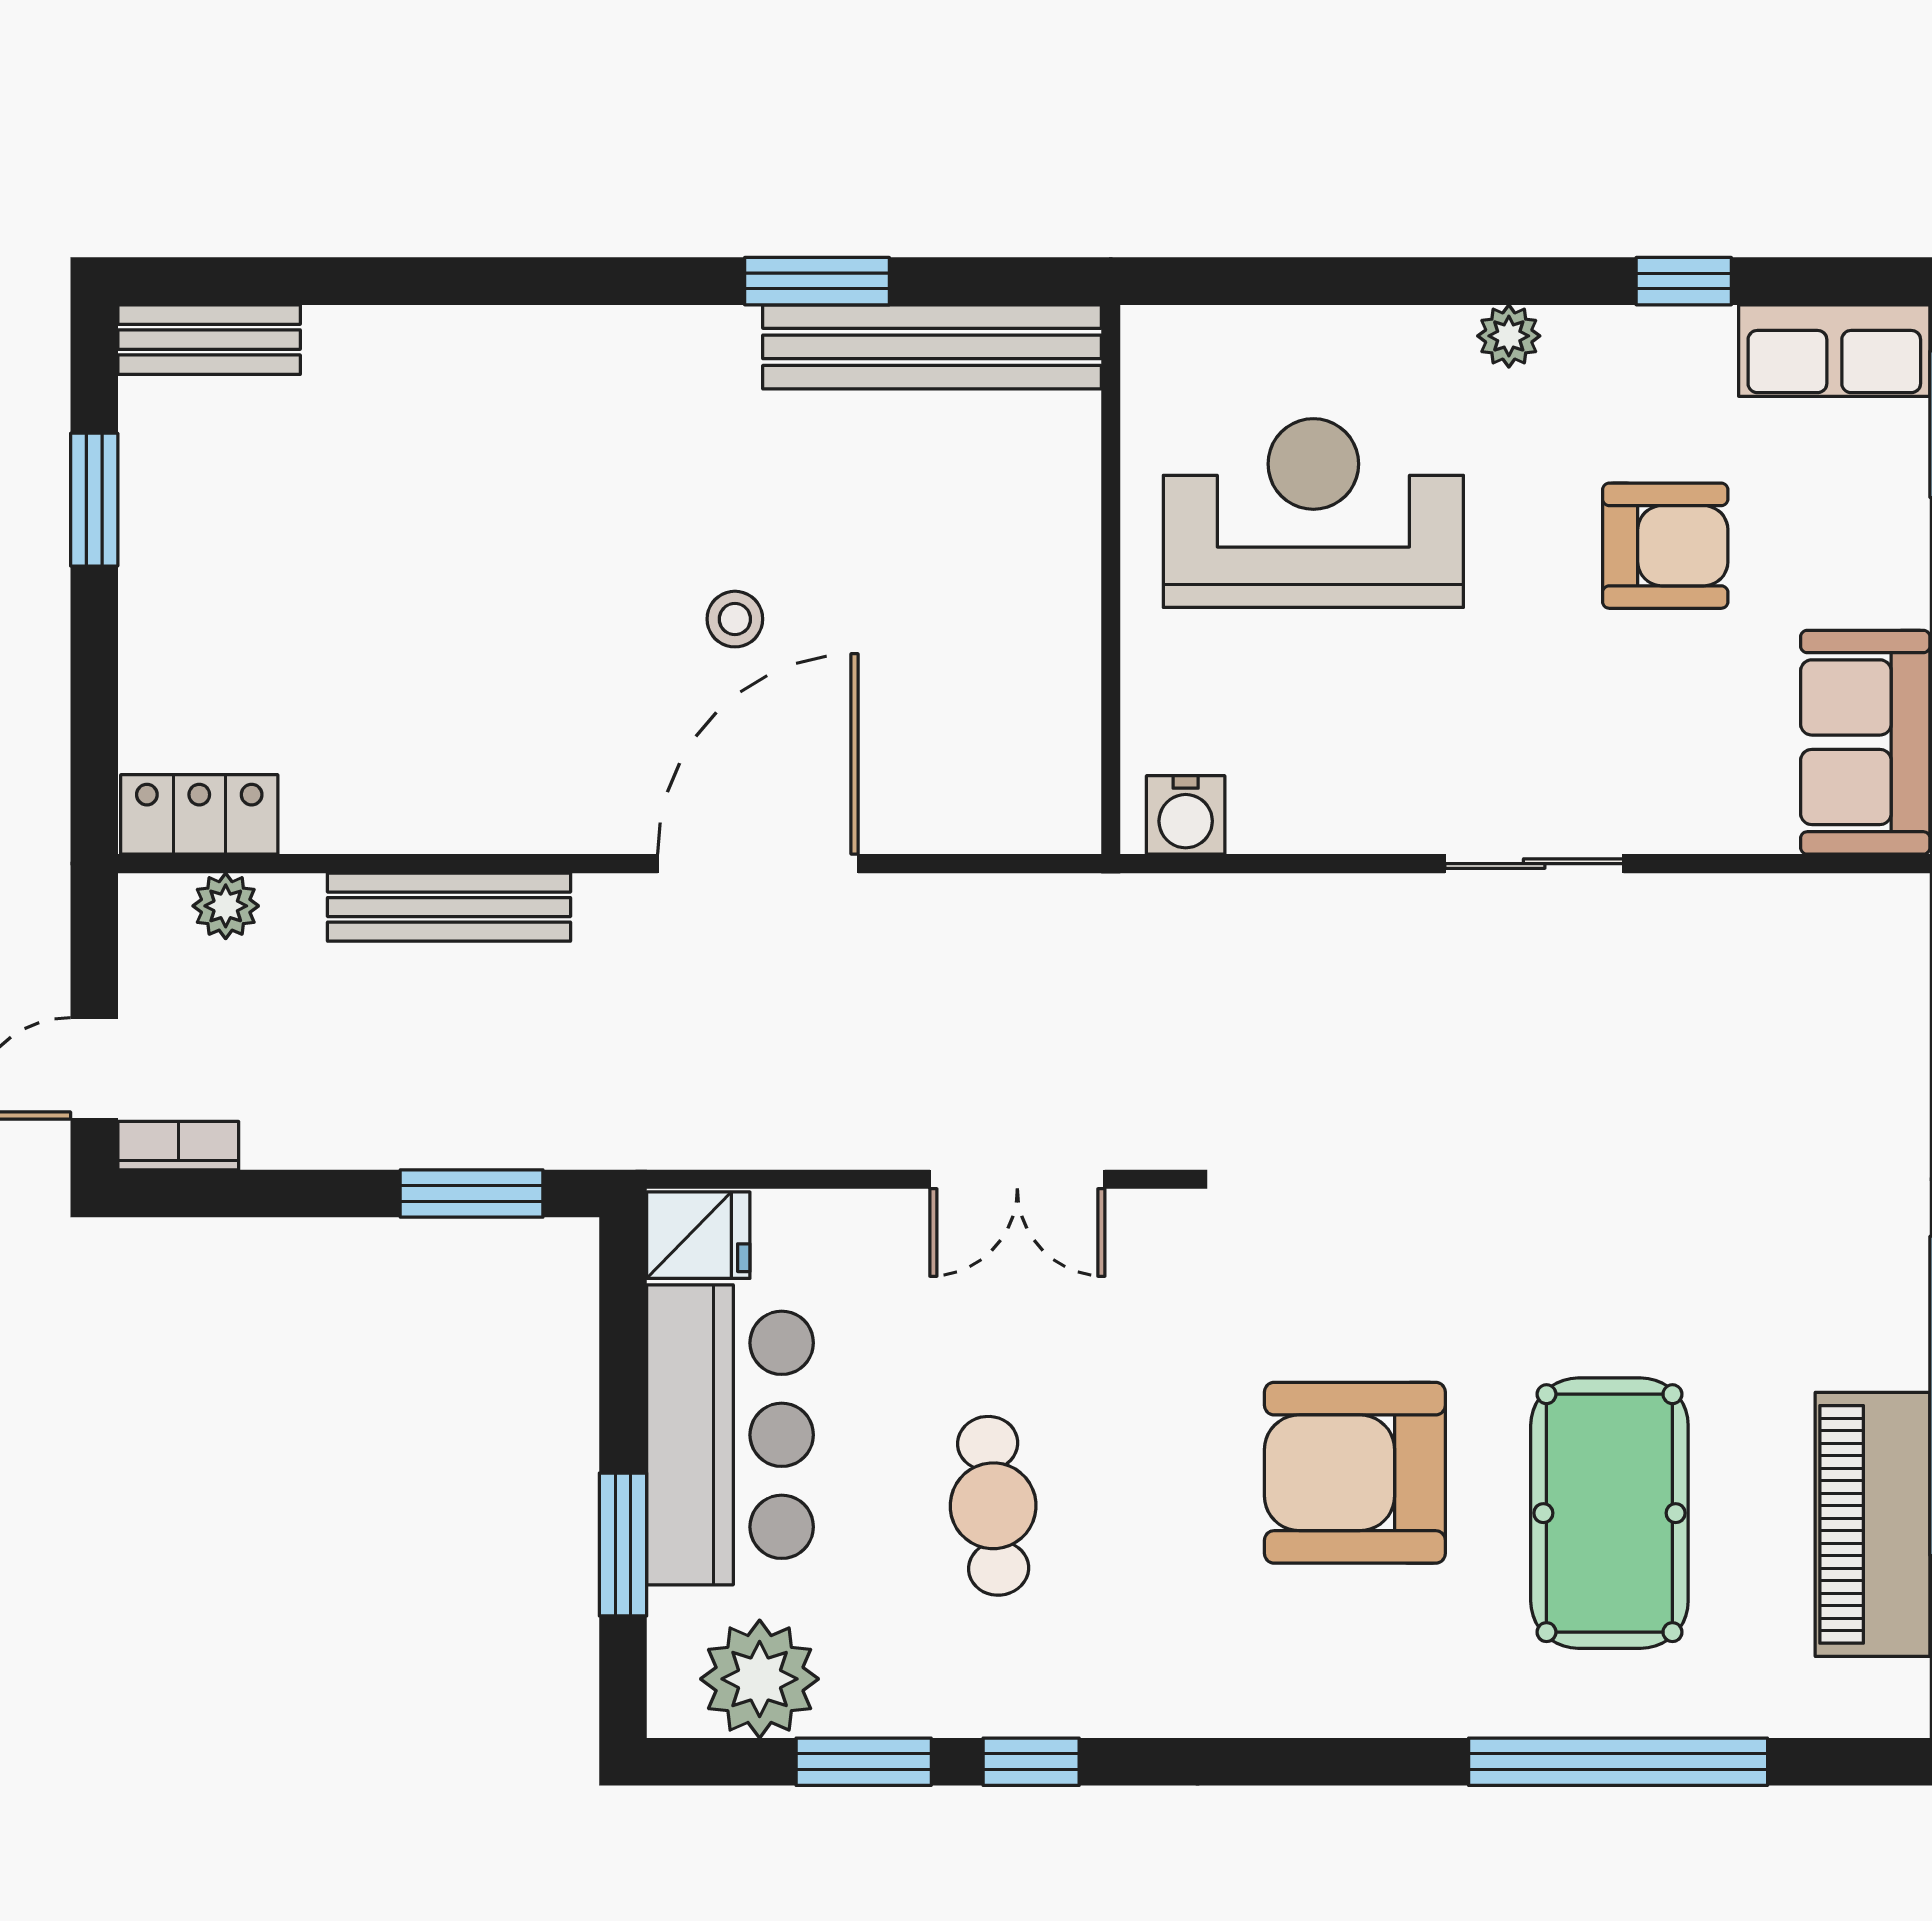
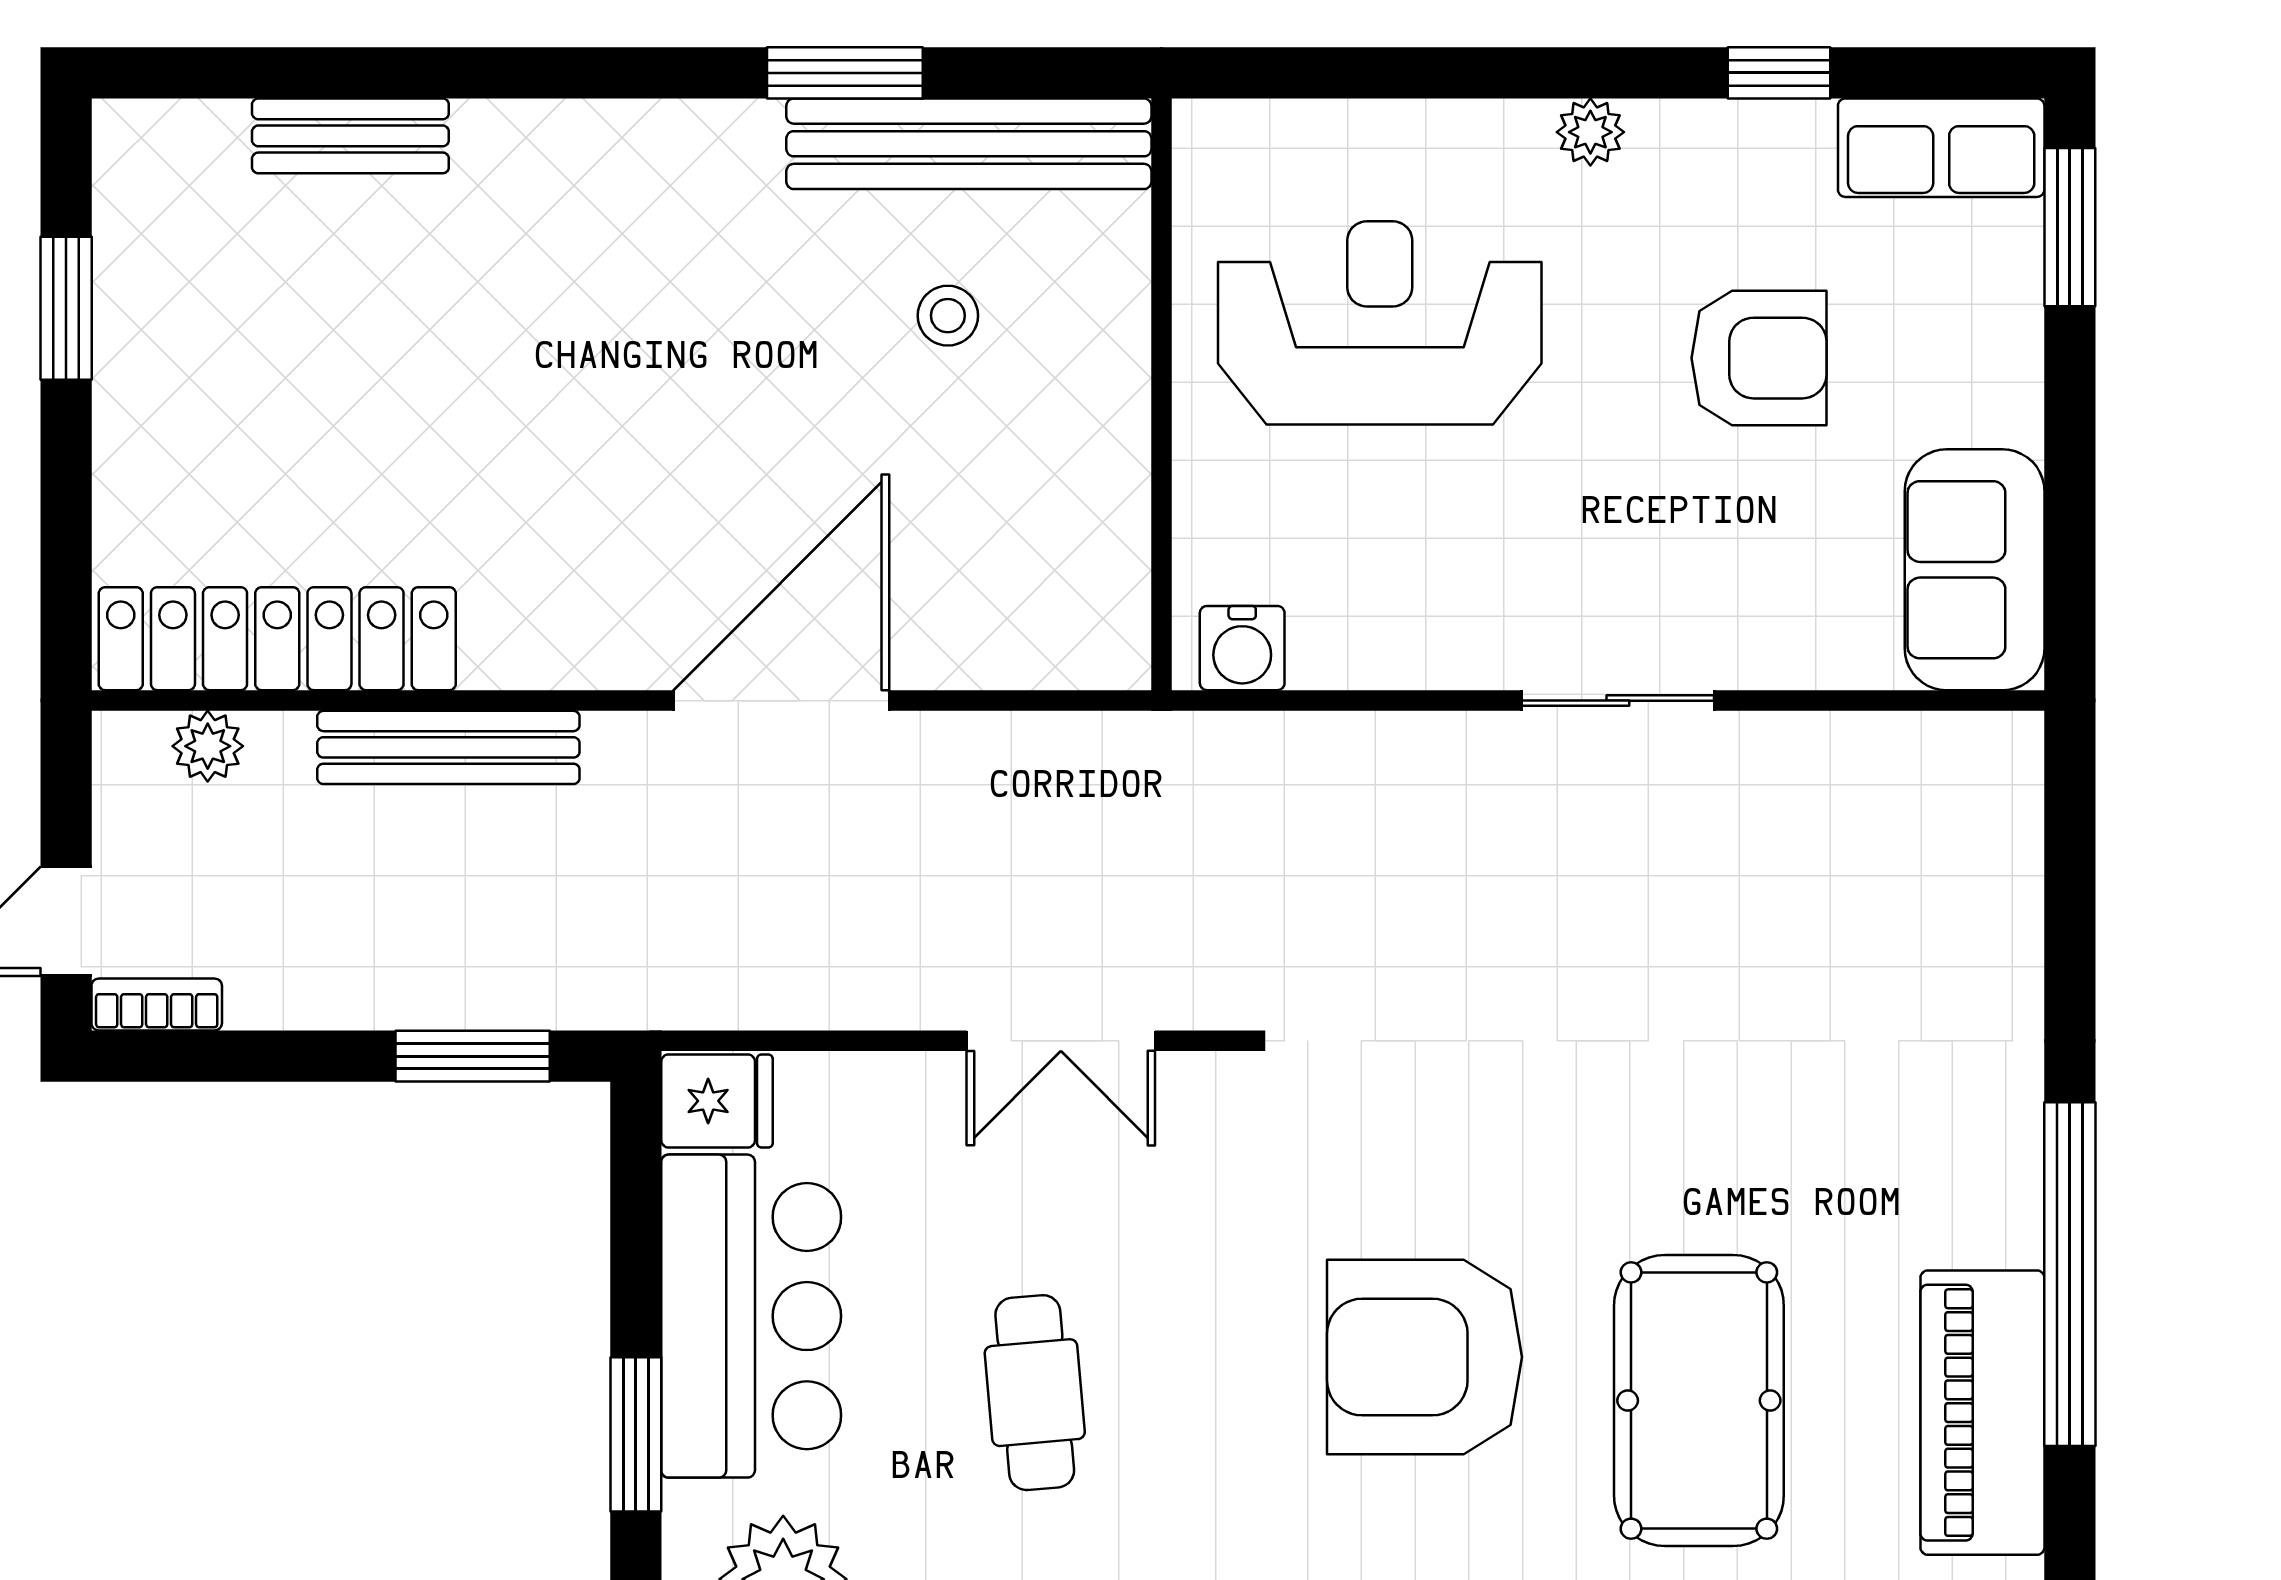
bench: (209, 340) -> (350, 136), moved
stool: (735, 619) -> (948, 316), moved
locker: (199, 814) -> (277, 639), width x2.16, depth x1.21

